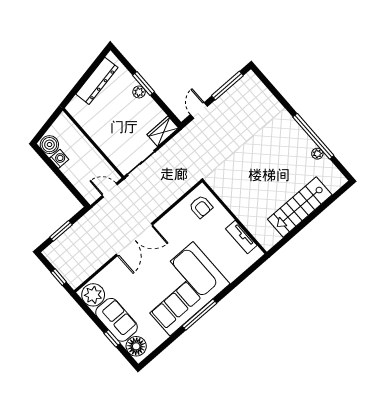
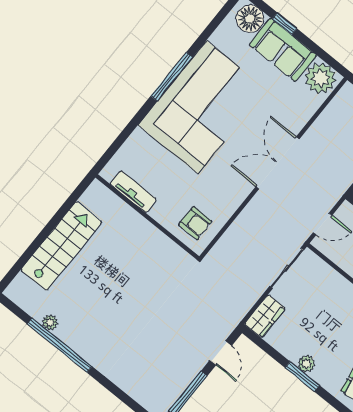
armchair: (201, 207) -> (195, 223), turned 180

